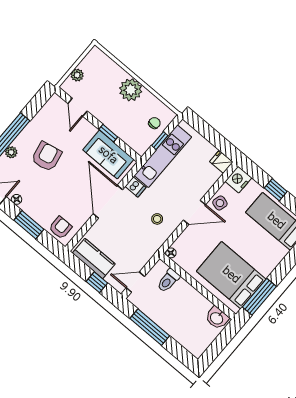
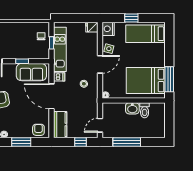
plant: (131, 90) -> (15, 30), removed
kitchen counter: (94, 259) -> (60, 125), moved, turned 90
toilet: (168, 281) -> (145, 110), moved
washbasin: (217, 318) -> (132, 108), moved

